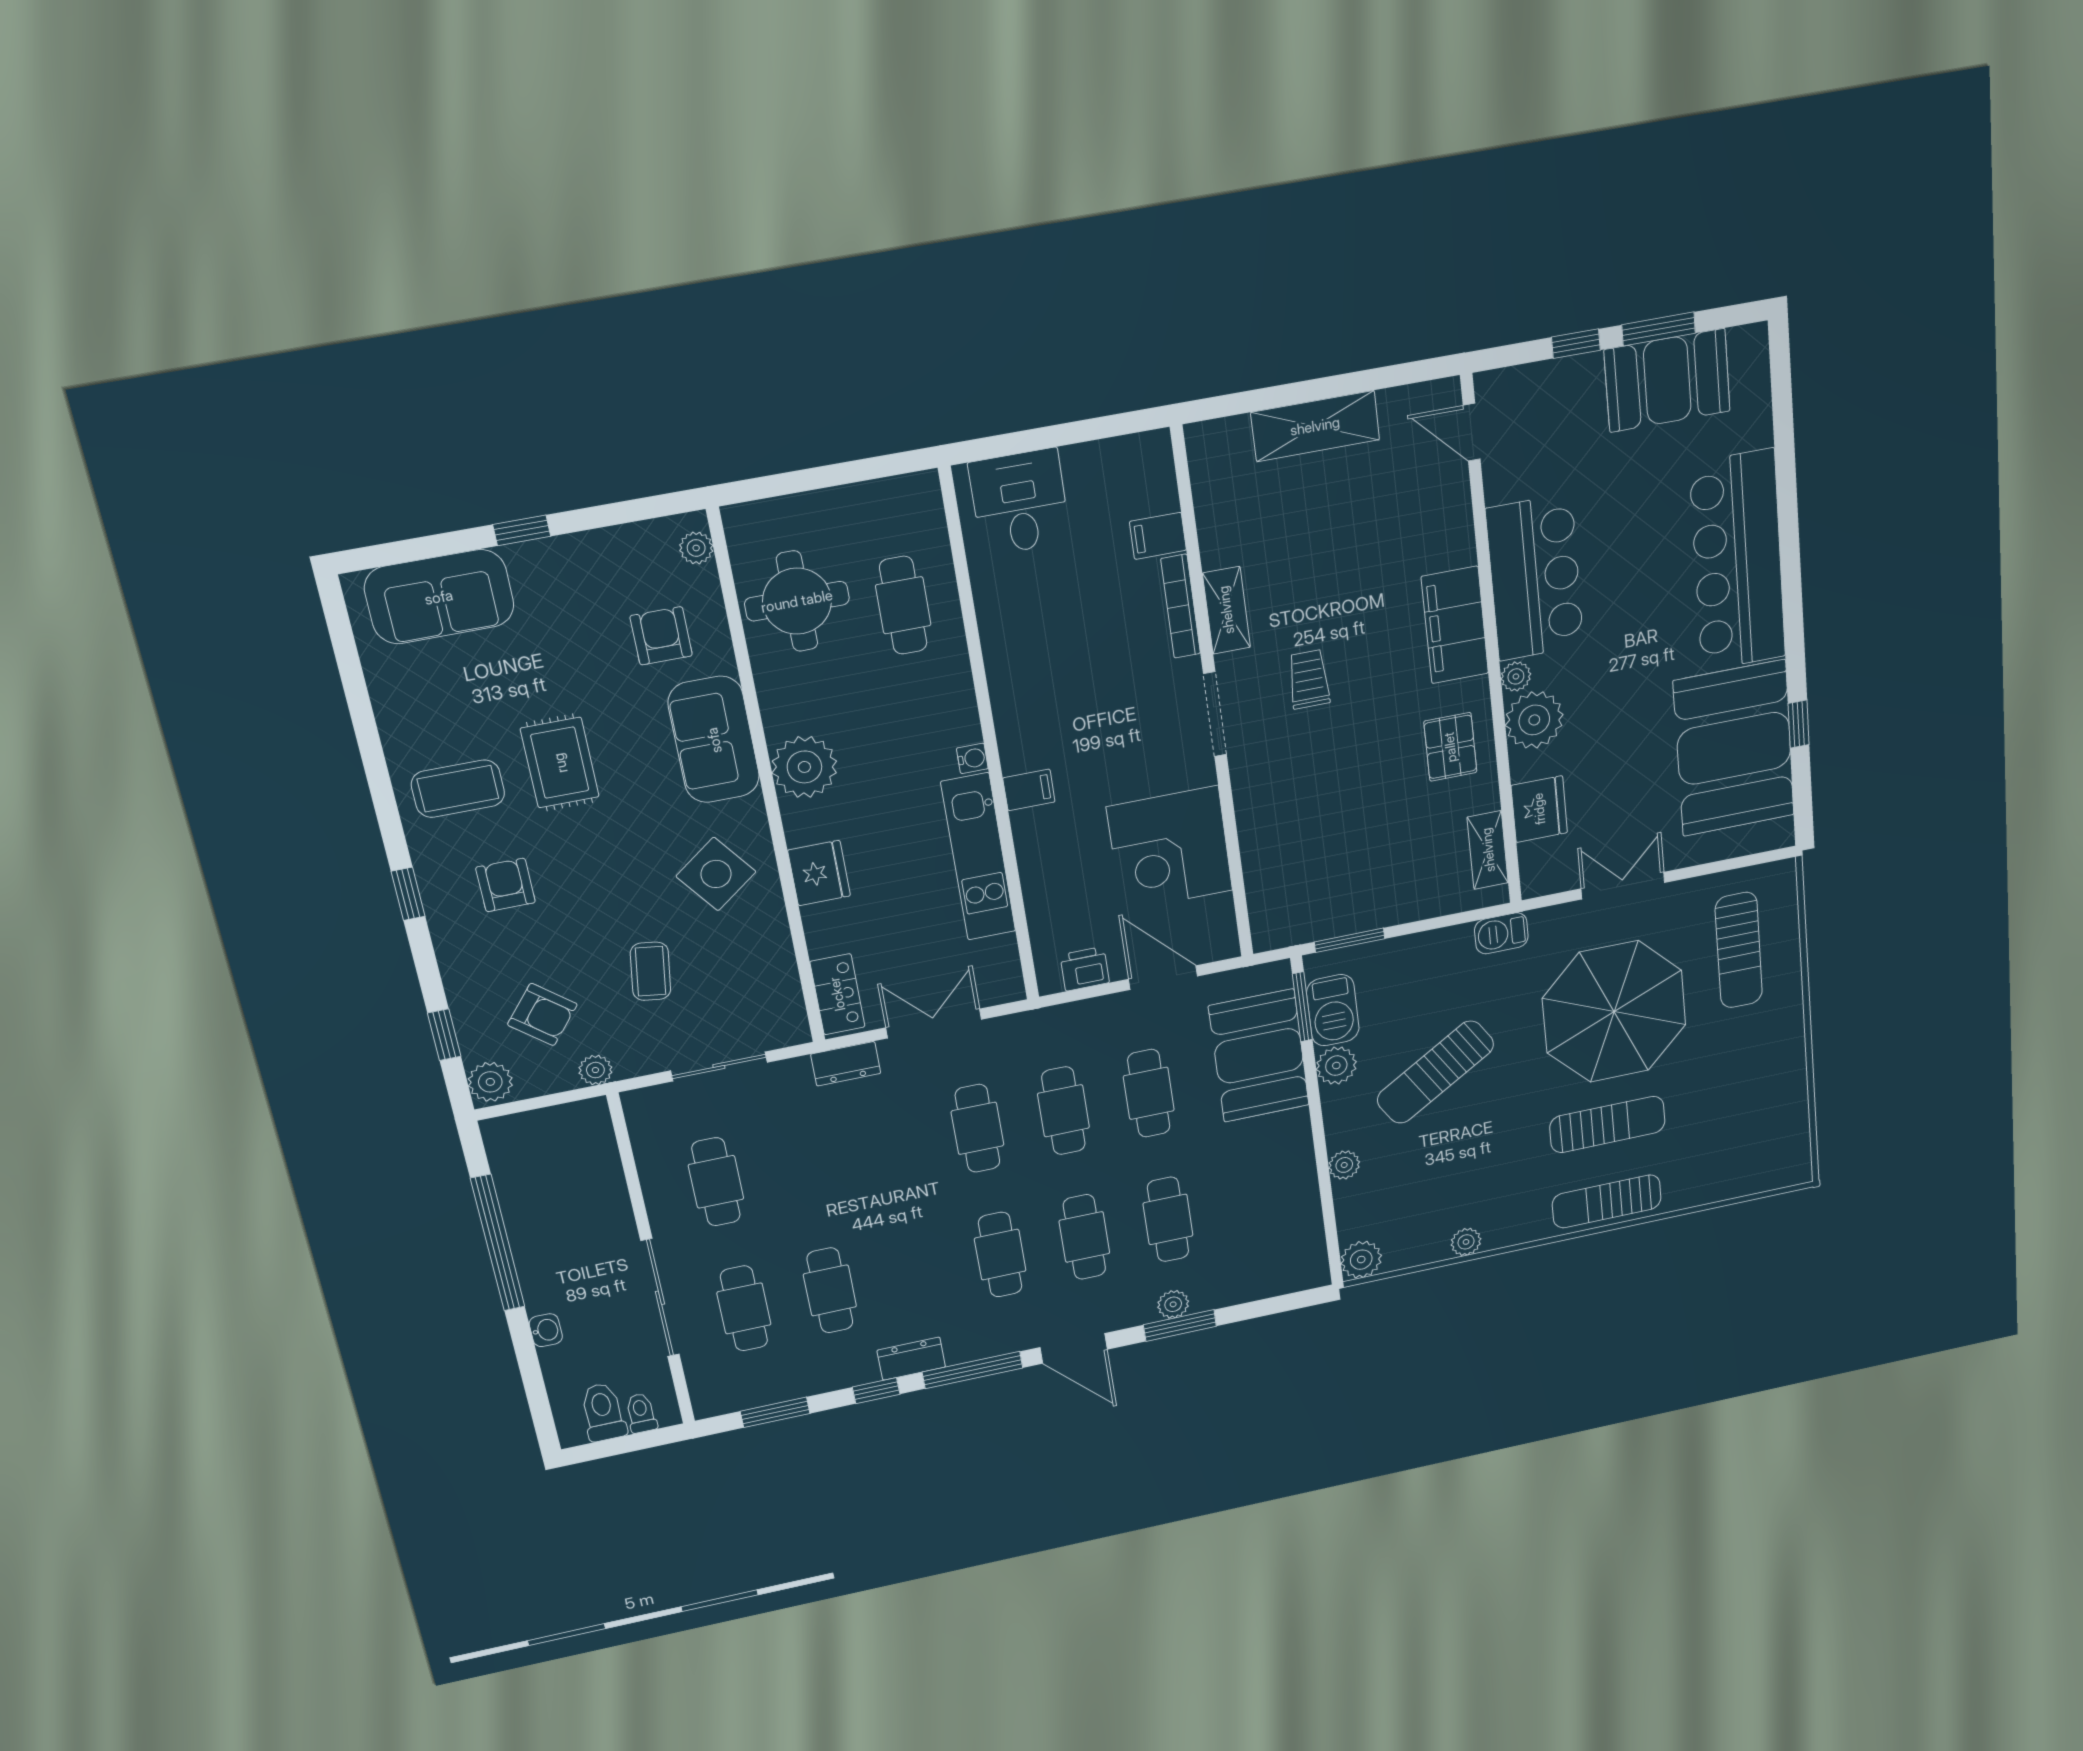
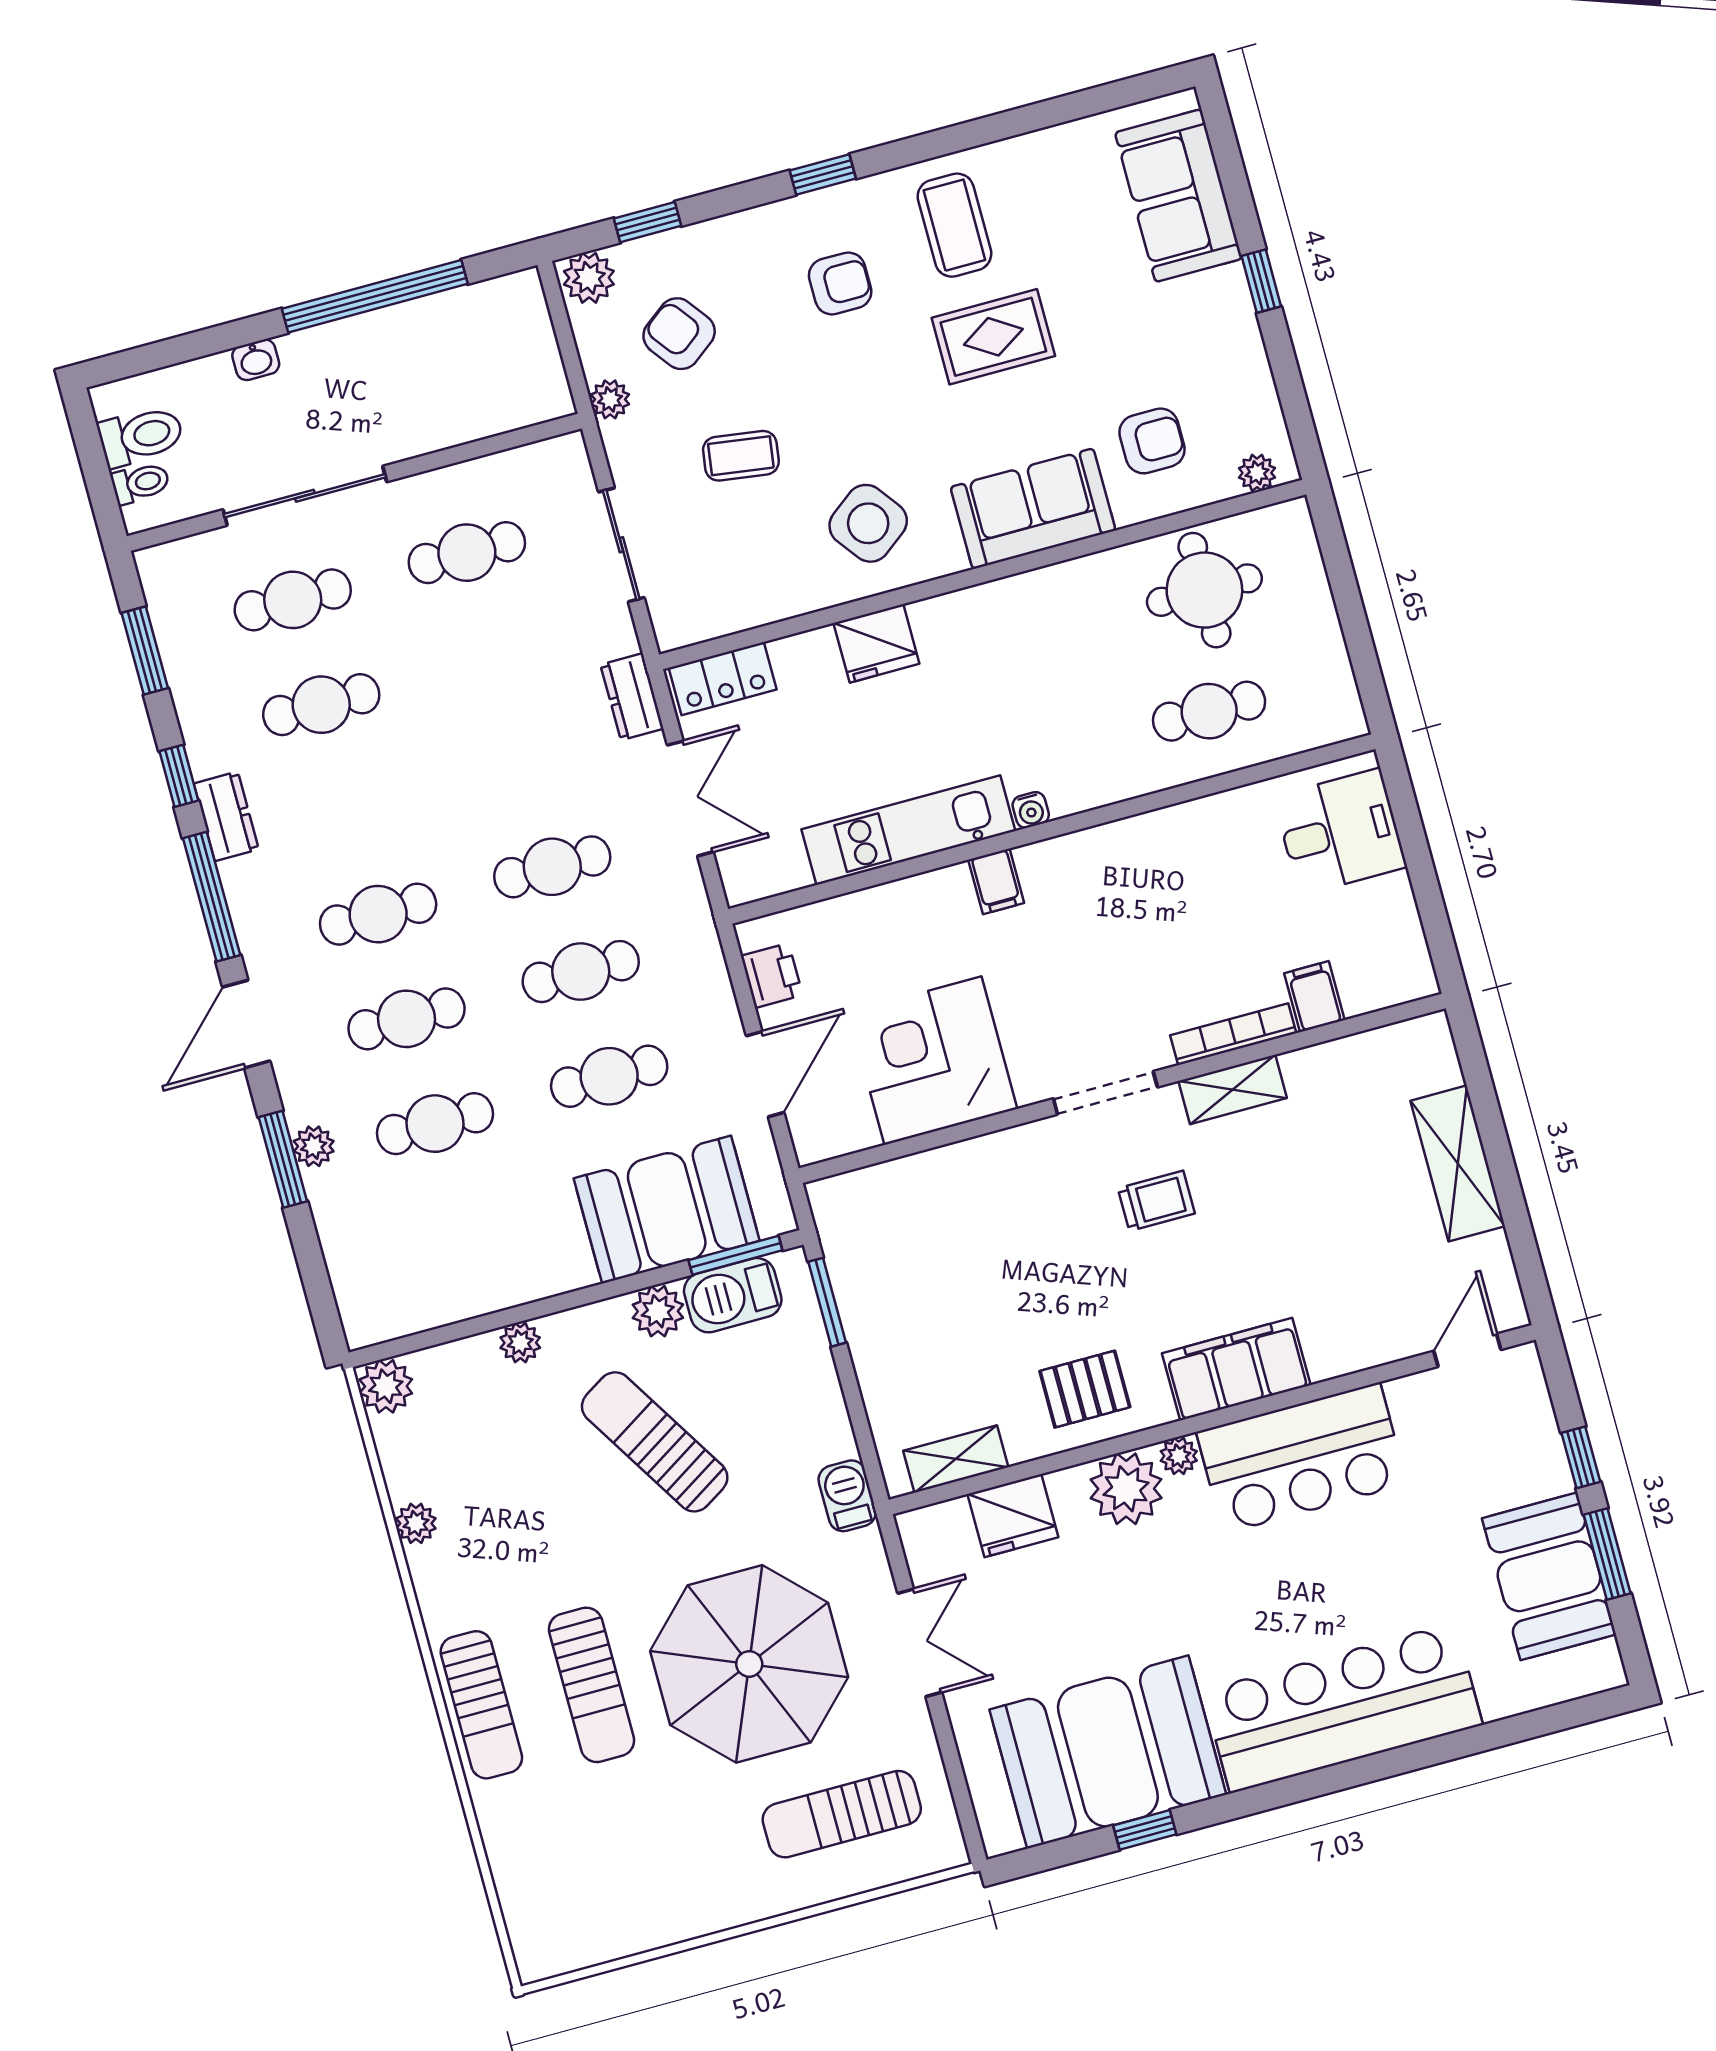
plant: (804, 767) -> (1007, 615), removed
armchair: (542, 1014) -> (679, 334), turned 104
sun lounger: (1607, 1201) -> (481, 1705), turned 180

